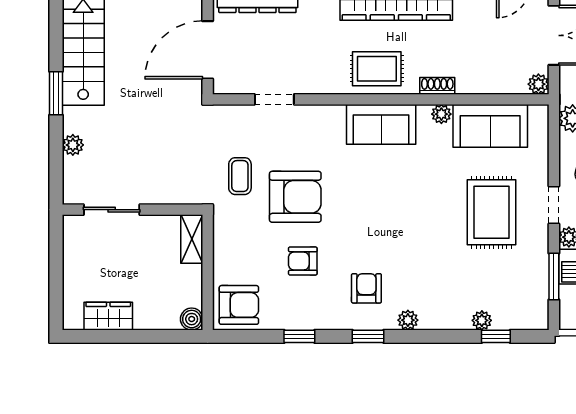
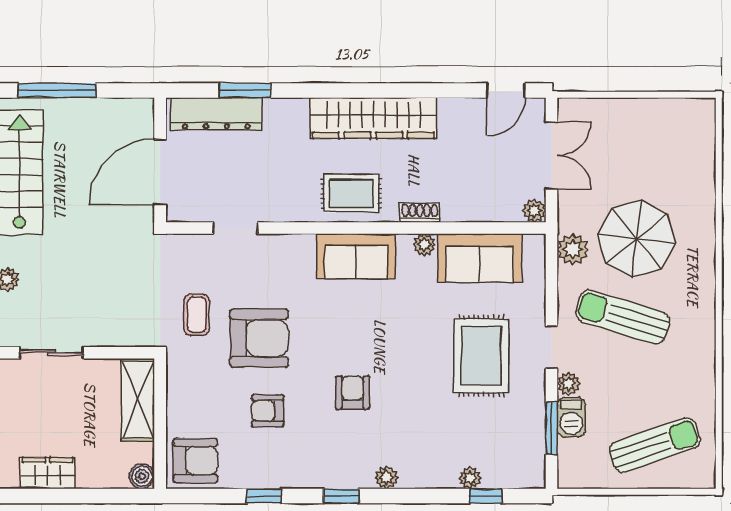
shelving: (192, 239) -> (138, 400), width x1.50, depth x1.33
armchair: (366, 288) -> (353, 393), moved

